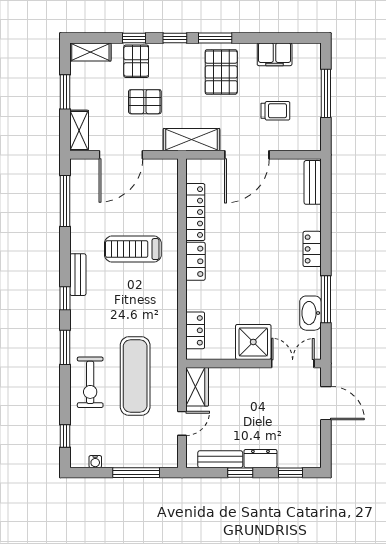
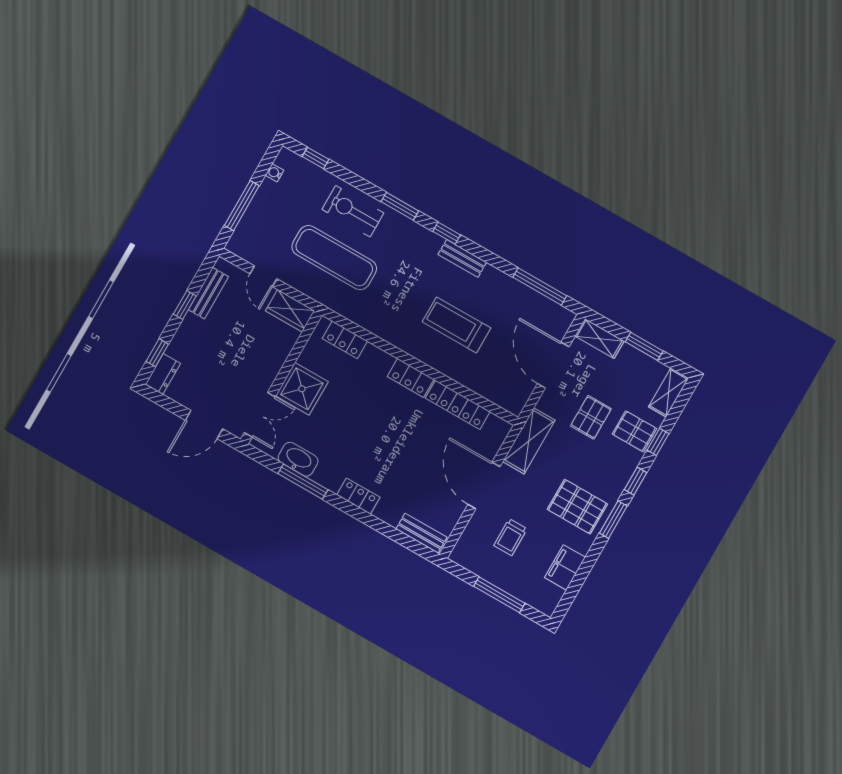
treadmill: (133, 249) -> (457, 325), turned -90
dresser: (260, 459) -> (163, 374), moved

